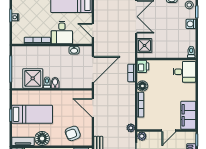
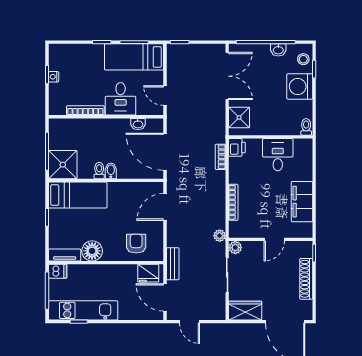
washing machine: (191, 24) -> (300, 86), width x1.89, depth x1.89
door: (93, 69) -> (165, 152), swing flipped
desk: (184, 72) -> (278, 155), moved, turned -90
shower: (33, 78) -> (63, 165), moved
floor lamp: (142, 86) -> (236, 175), removed
door: (93, 108) -> (165, 207), hinge flipped
bed: (32, 114) -> (78, 195), moved
filing cabinet: (188, 115) -> (302, 202), moved
armchair: (73, 133) -> (136, 244), turned 111

